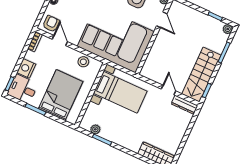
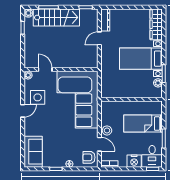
door: (162, 20) -> (45, 70), hinge flipped
door: (60, 41) -> (99, 144), swing flipped
stool: (83, 62) -> (107, 130), moved
stairs: (201, 75) -> (56, 17), moved
bed with nightstands: (120, 92) -> (141, 59), moved, turned -90
bed: (61, 95) -> (143, 124), width x0.67

